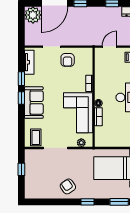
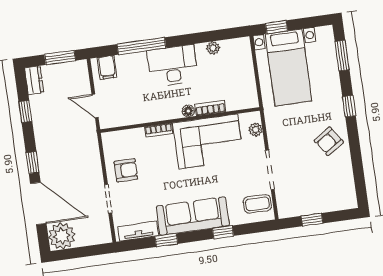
window: (21, 98) -> (223, 232), moved
sofa: (34, 103) -> (193, 216), width x1.36

